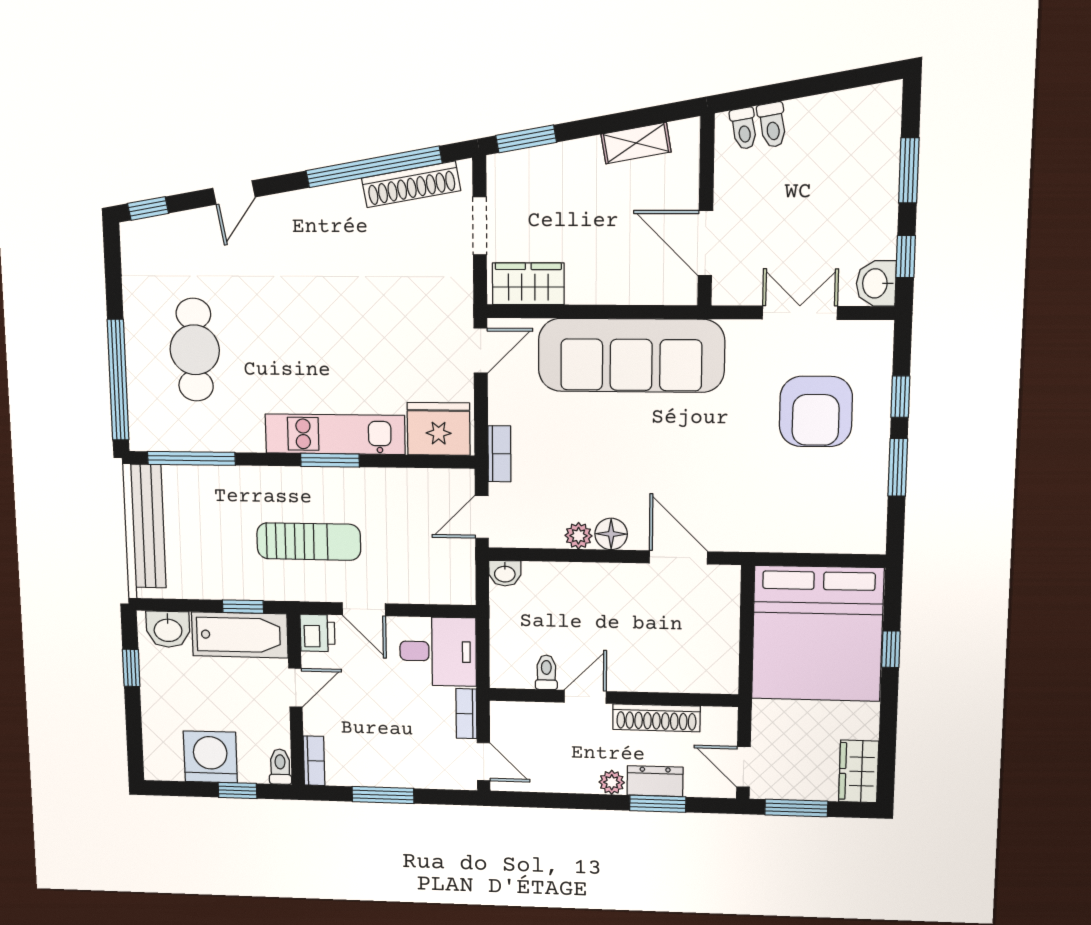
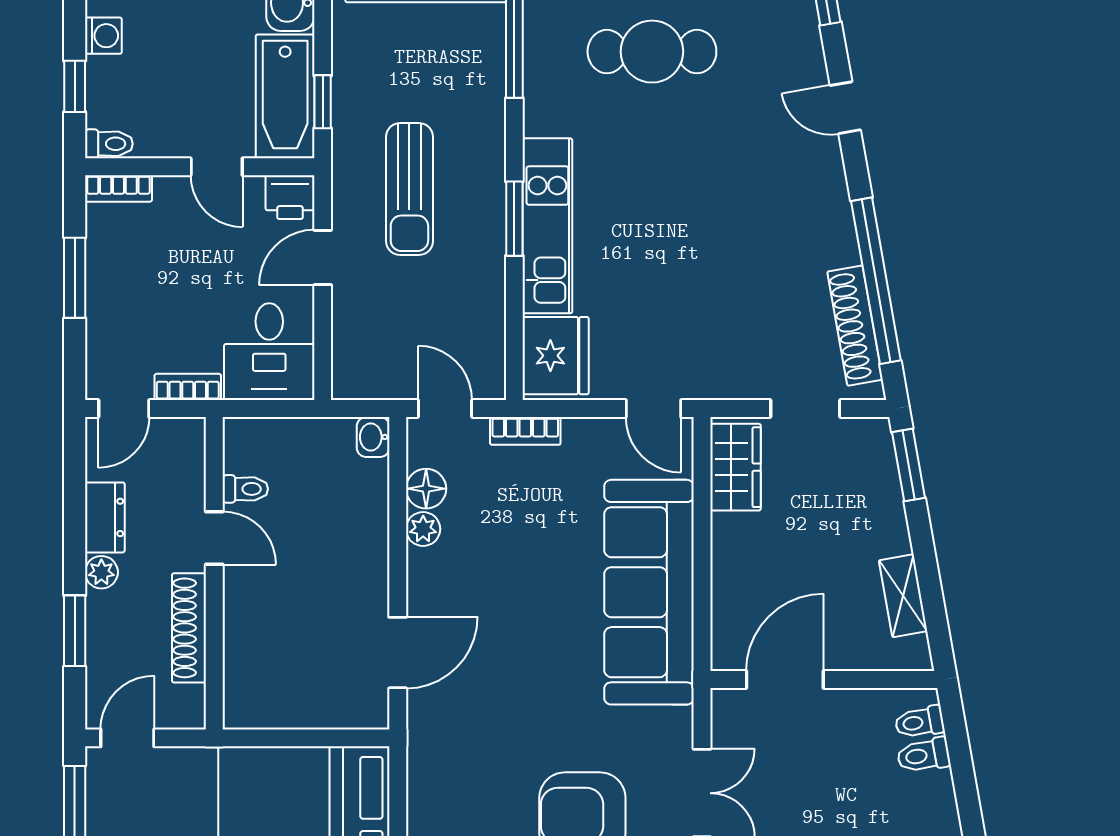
floor lamp: (611, 534) -> (426, 489), moved
washing machine: (210, 757) -> (103, 36), width x0.53, depth x0.53
dresser: (655, 781) -> (105, 517), moved

